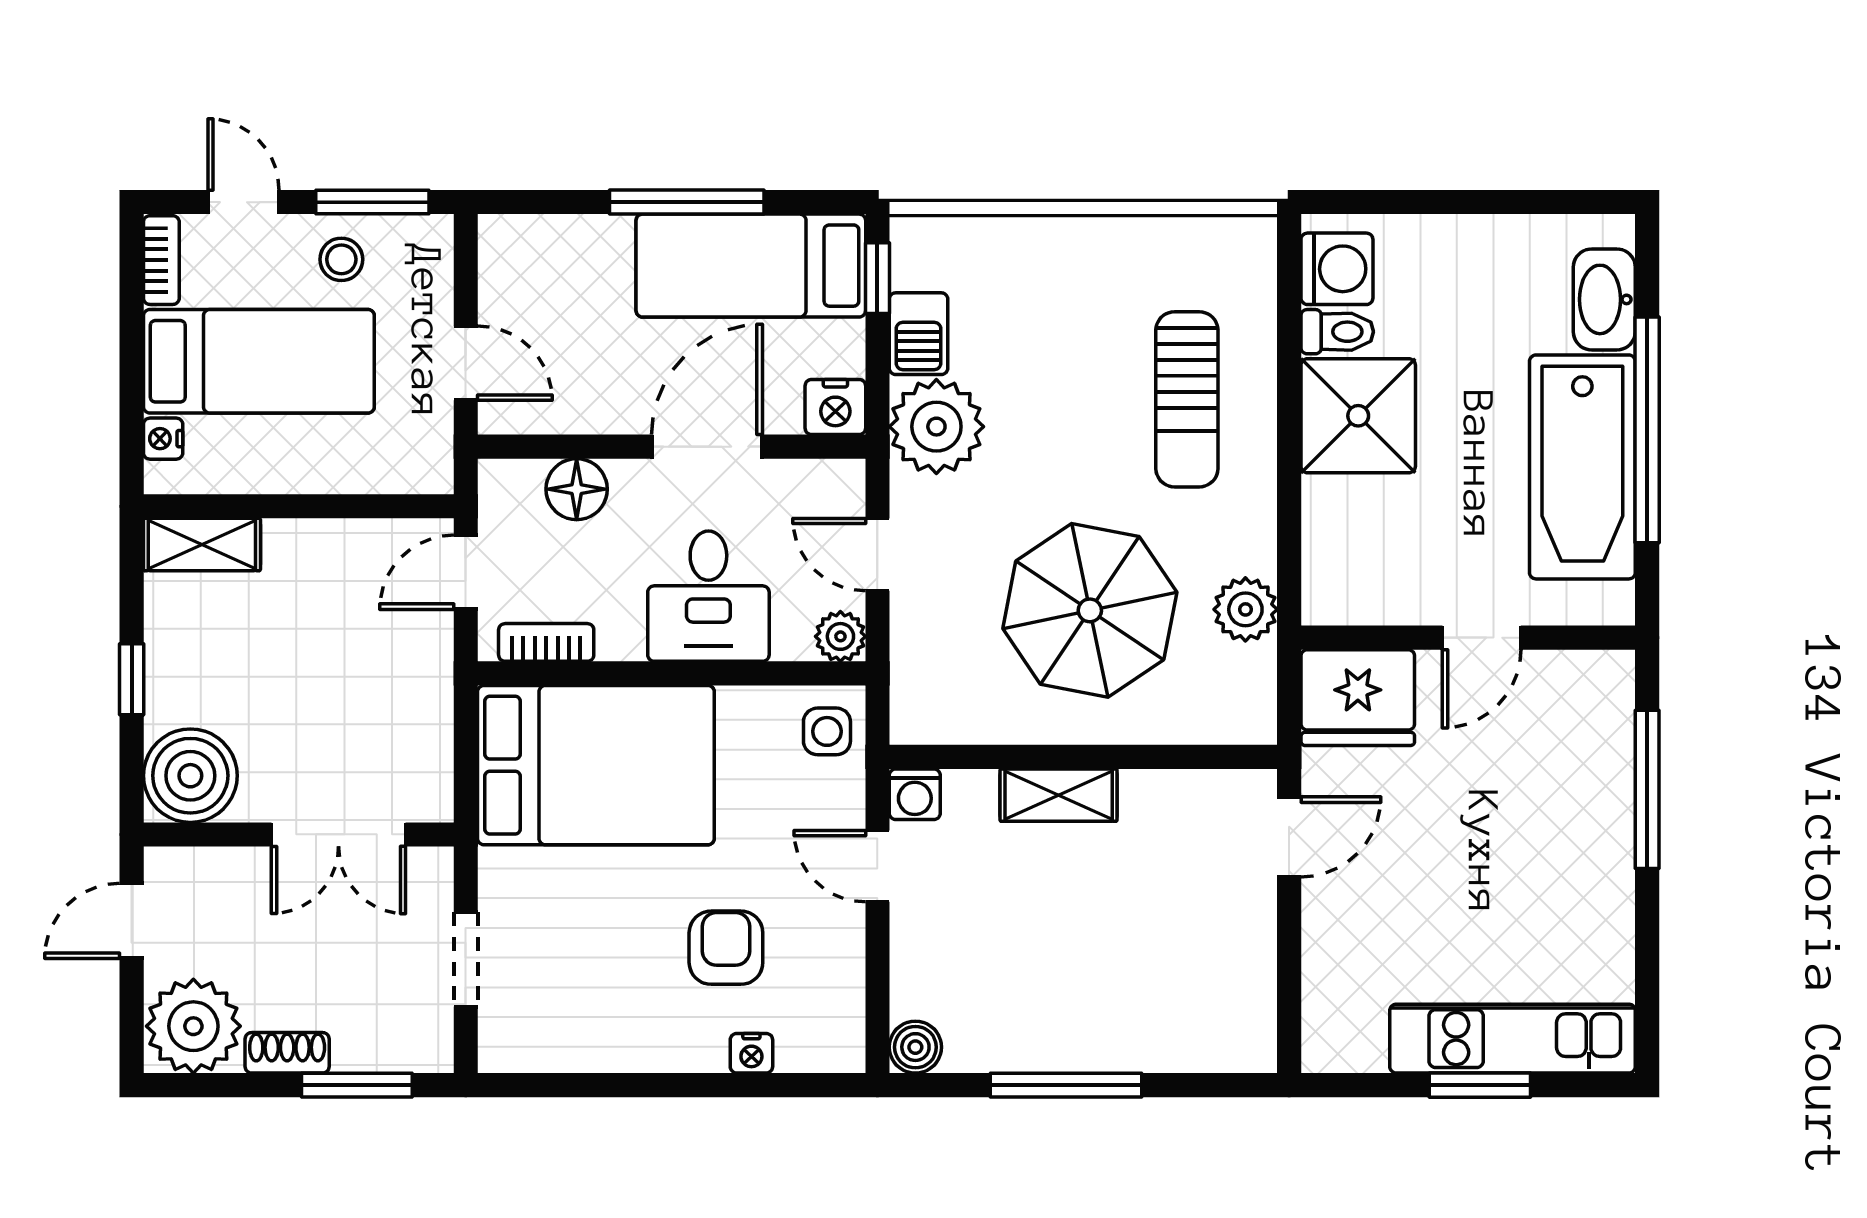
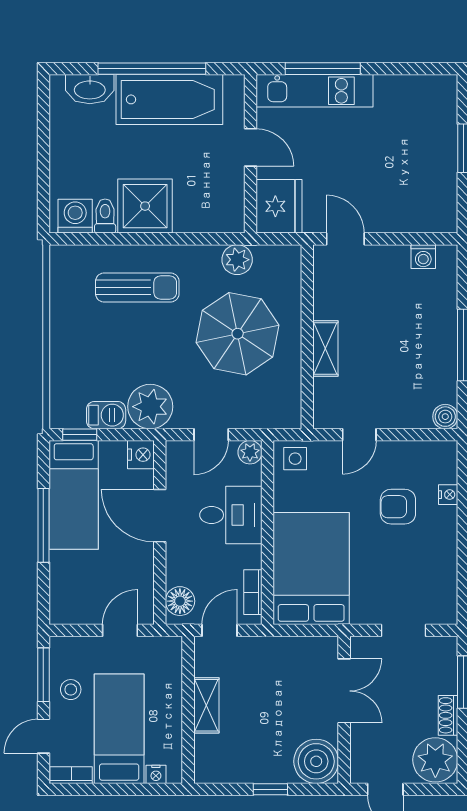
floor lamp: (577, 489) -> (180, 601), moved
shelving: (202, 545) -> (206, 705), moved
door: (466, 572) -> (219, 630), swing flipped
washing machine: (915, 794) -> (423, 257), moved, turned 90
kitchen unit: (1513, 1039) -> (315, 91), moved, turned -90

